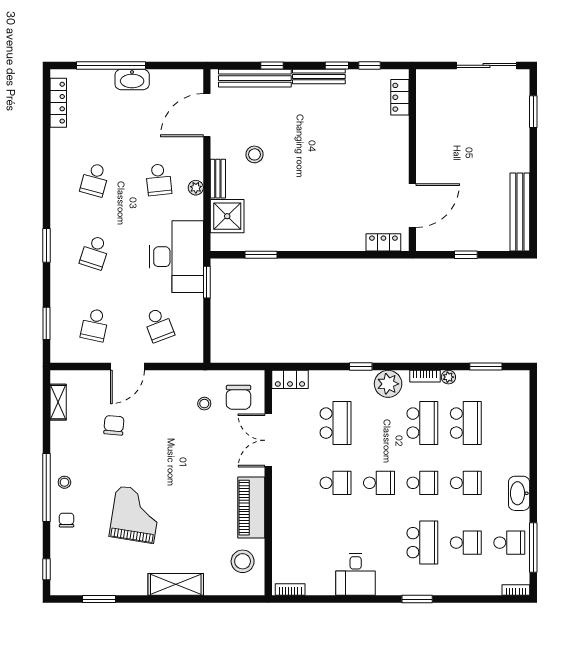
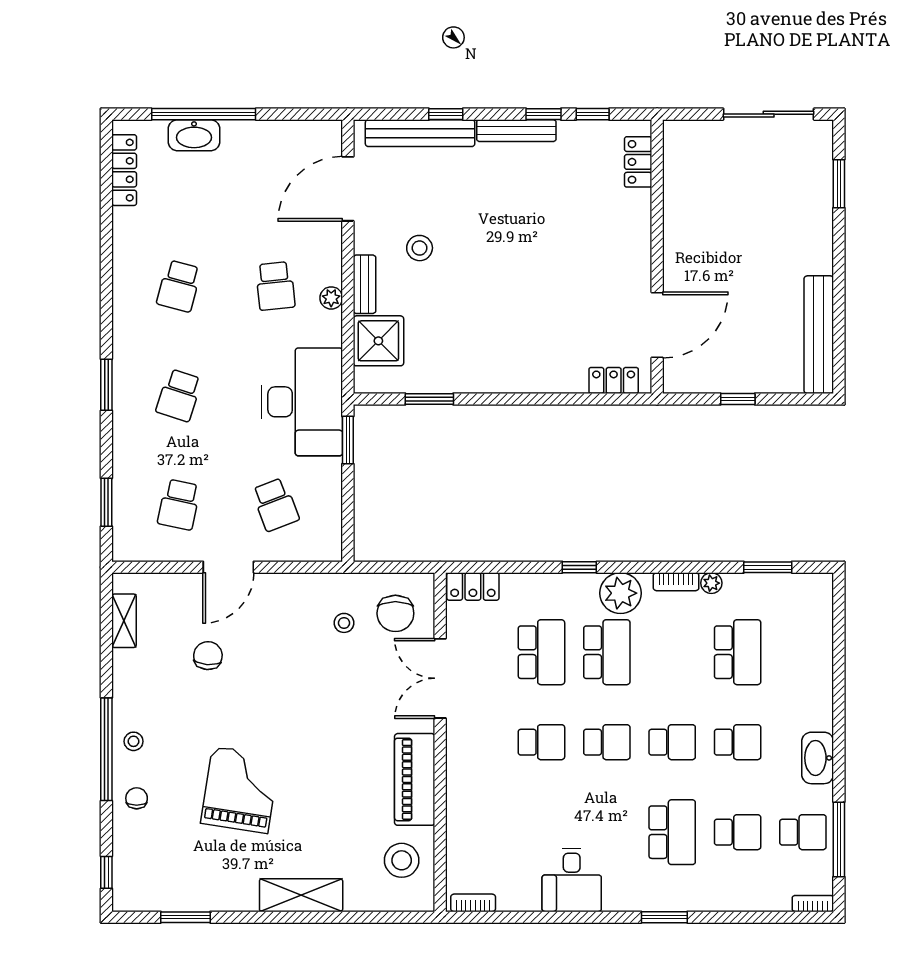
washbasin: (132, 80) -> (194, 135), moved
school desk: (422, 423) -> (607, 652), moved

